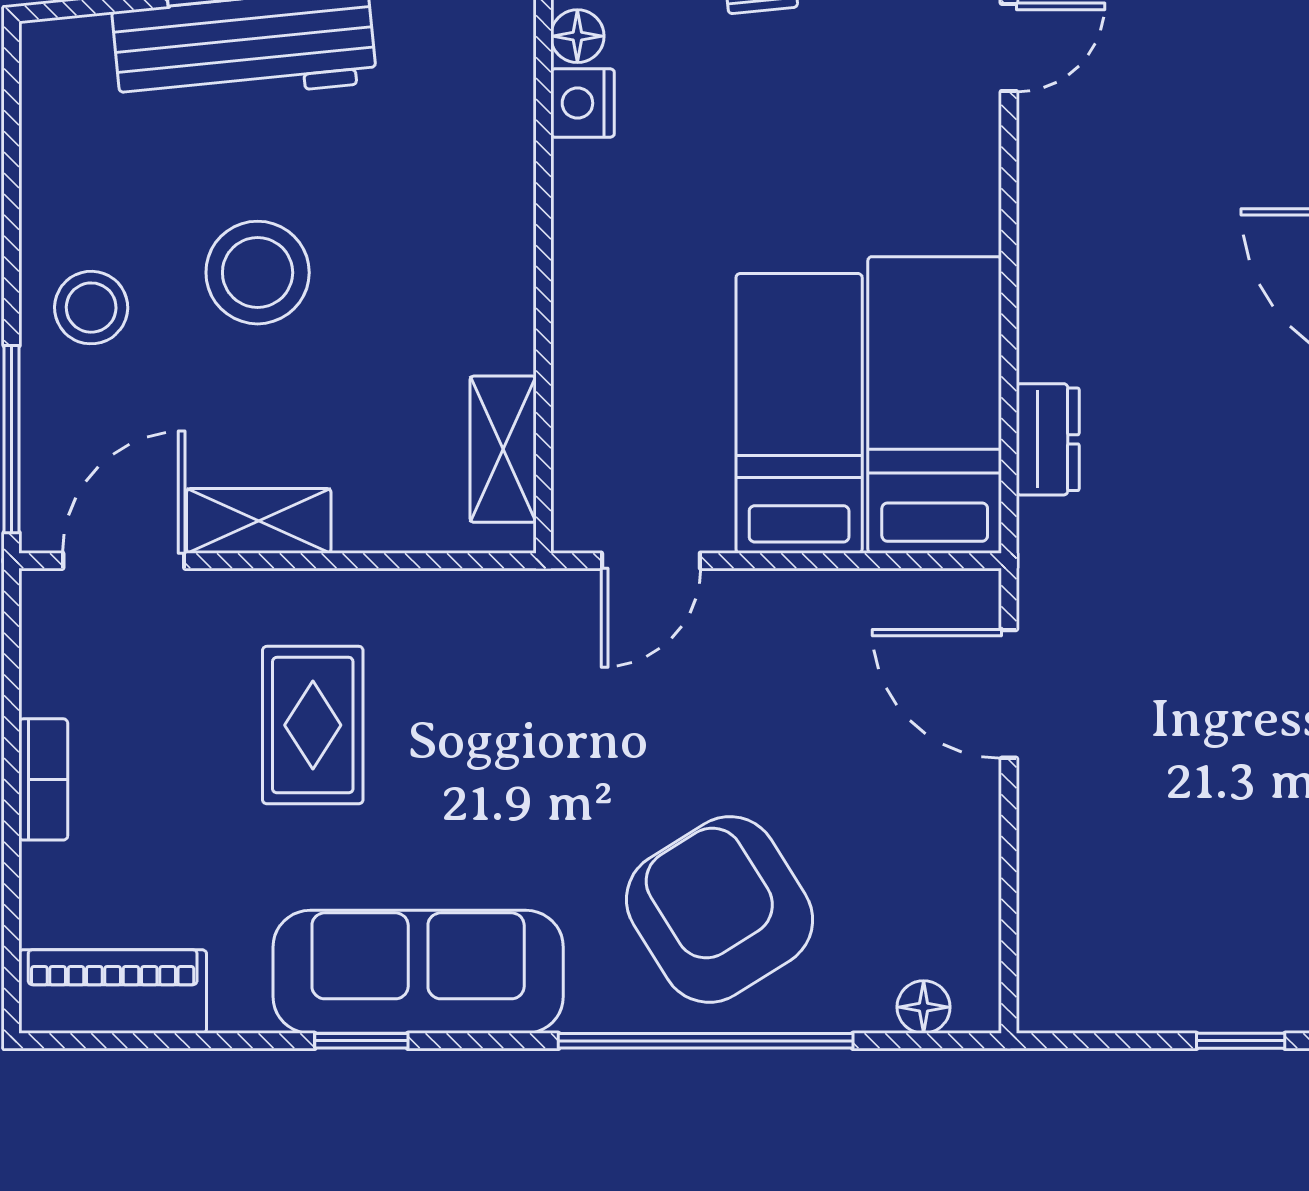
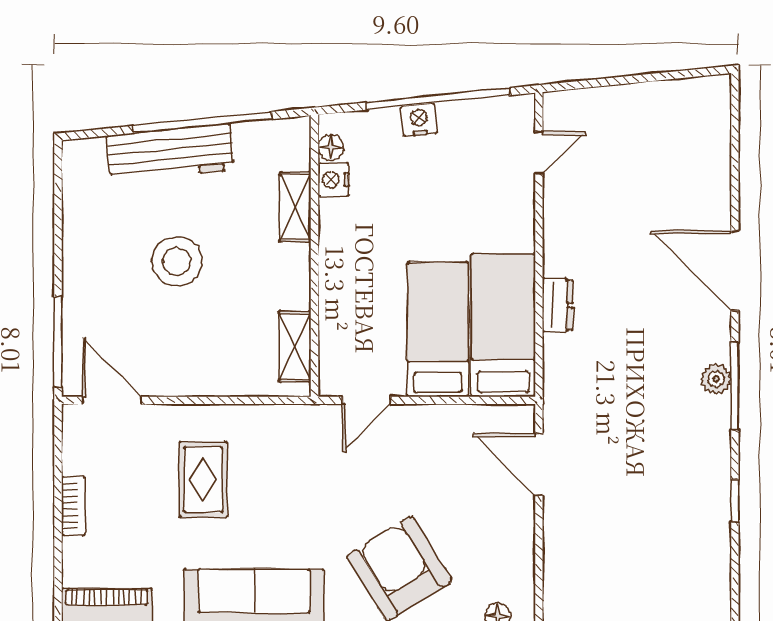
stool: (91, 308) -> (96, 278), removed
dresser: (1048, 439) -> (558, 305), moved
shelving: (259, 521) -> (295, 207), moved, turned 90
door: (124, 561) -> (112, 400), hinge flipped

